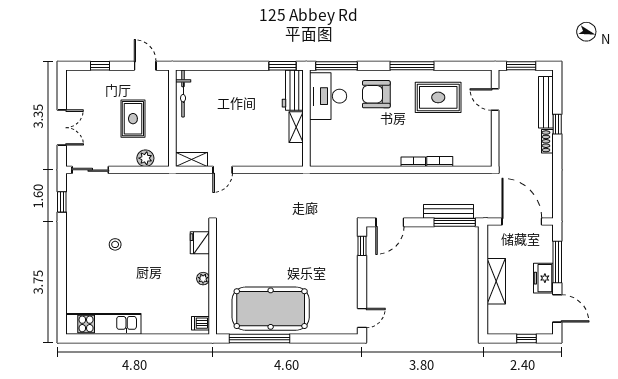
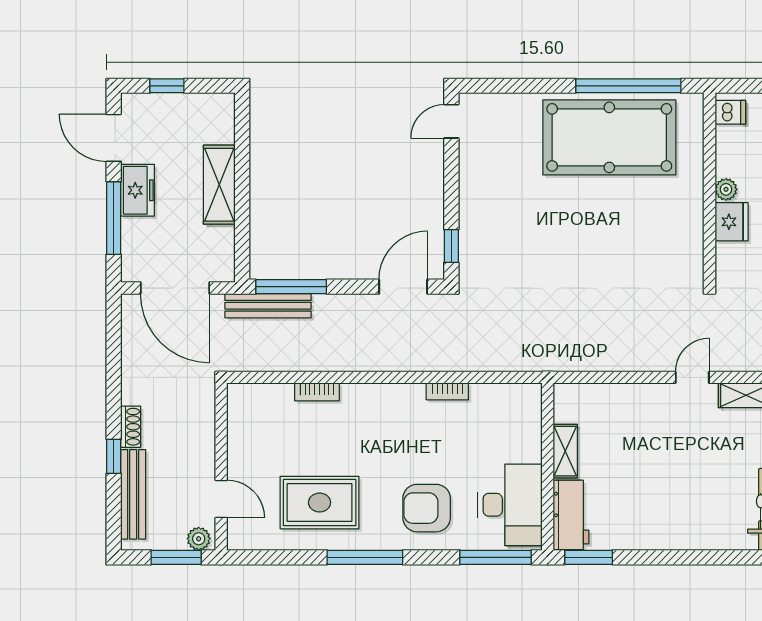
plant: (508, 76) -> (199, 539), added
armchair: (376, 94) -> (427, 508), turned 180
bookcase: (413, 162) -> (447, 391), moved
bench: (448, 211) -> (268, 306), moved
fridge: (200, 243) -> (732, 222), moved

